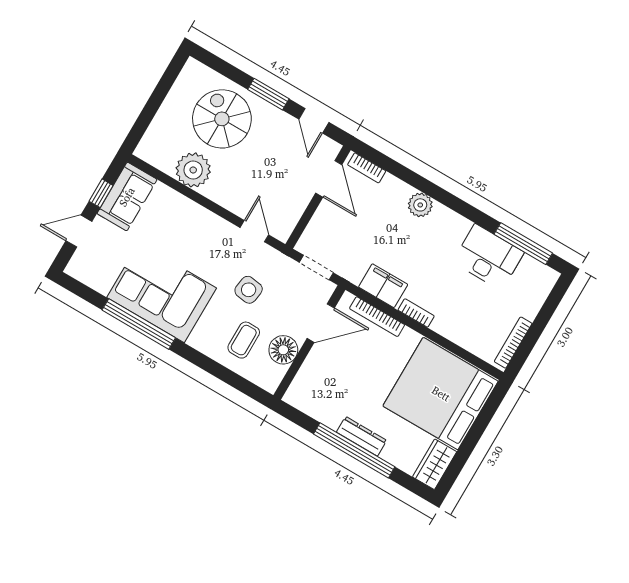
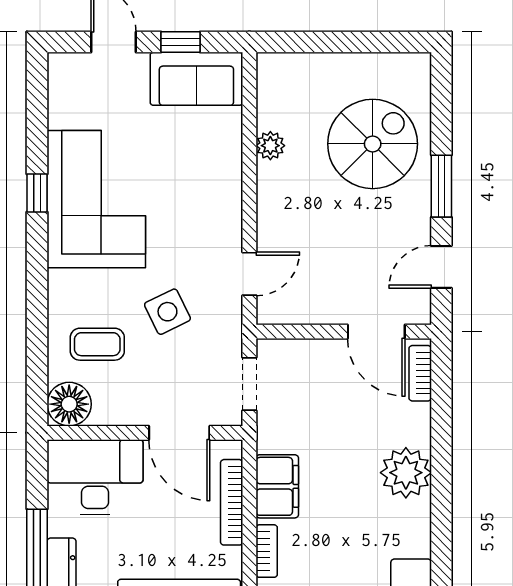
plant: (193, 170) -> (270, 146), width x0.53, depth x0.53
door: (329, 179) -> (376, 332), hinge flipped
plant: (420, 205) -> (406, 473), width x1.36, depth x1.36
side table: (249, 290) -> (167, 312), turned -34
window: (139, 324) -> (37, 193), width x0.32
floor lamp: (283, 350) -> (69, 404), moved
desk: (318, 385) -> (95, 477), added

